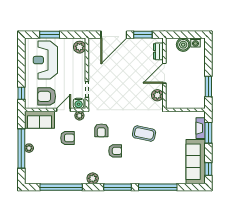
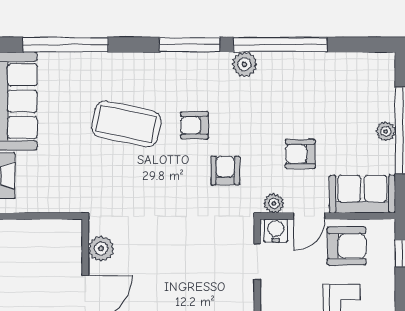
coffee table: (144, 134) -> (126, 124), moved, width x1.36, depth x1.32
window: (61, 187) -> (280, 45), moved
window: (158, 187) -> (65, 45), moved

